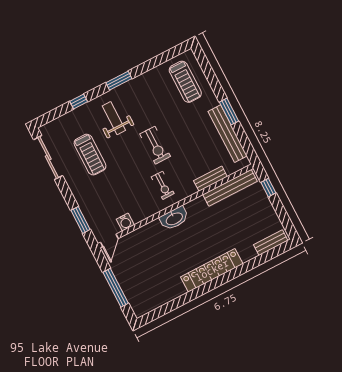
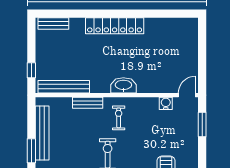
bench: (210, 179) -> (88, 103), moved
window: (116, 288) -> (202, 53), removed

